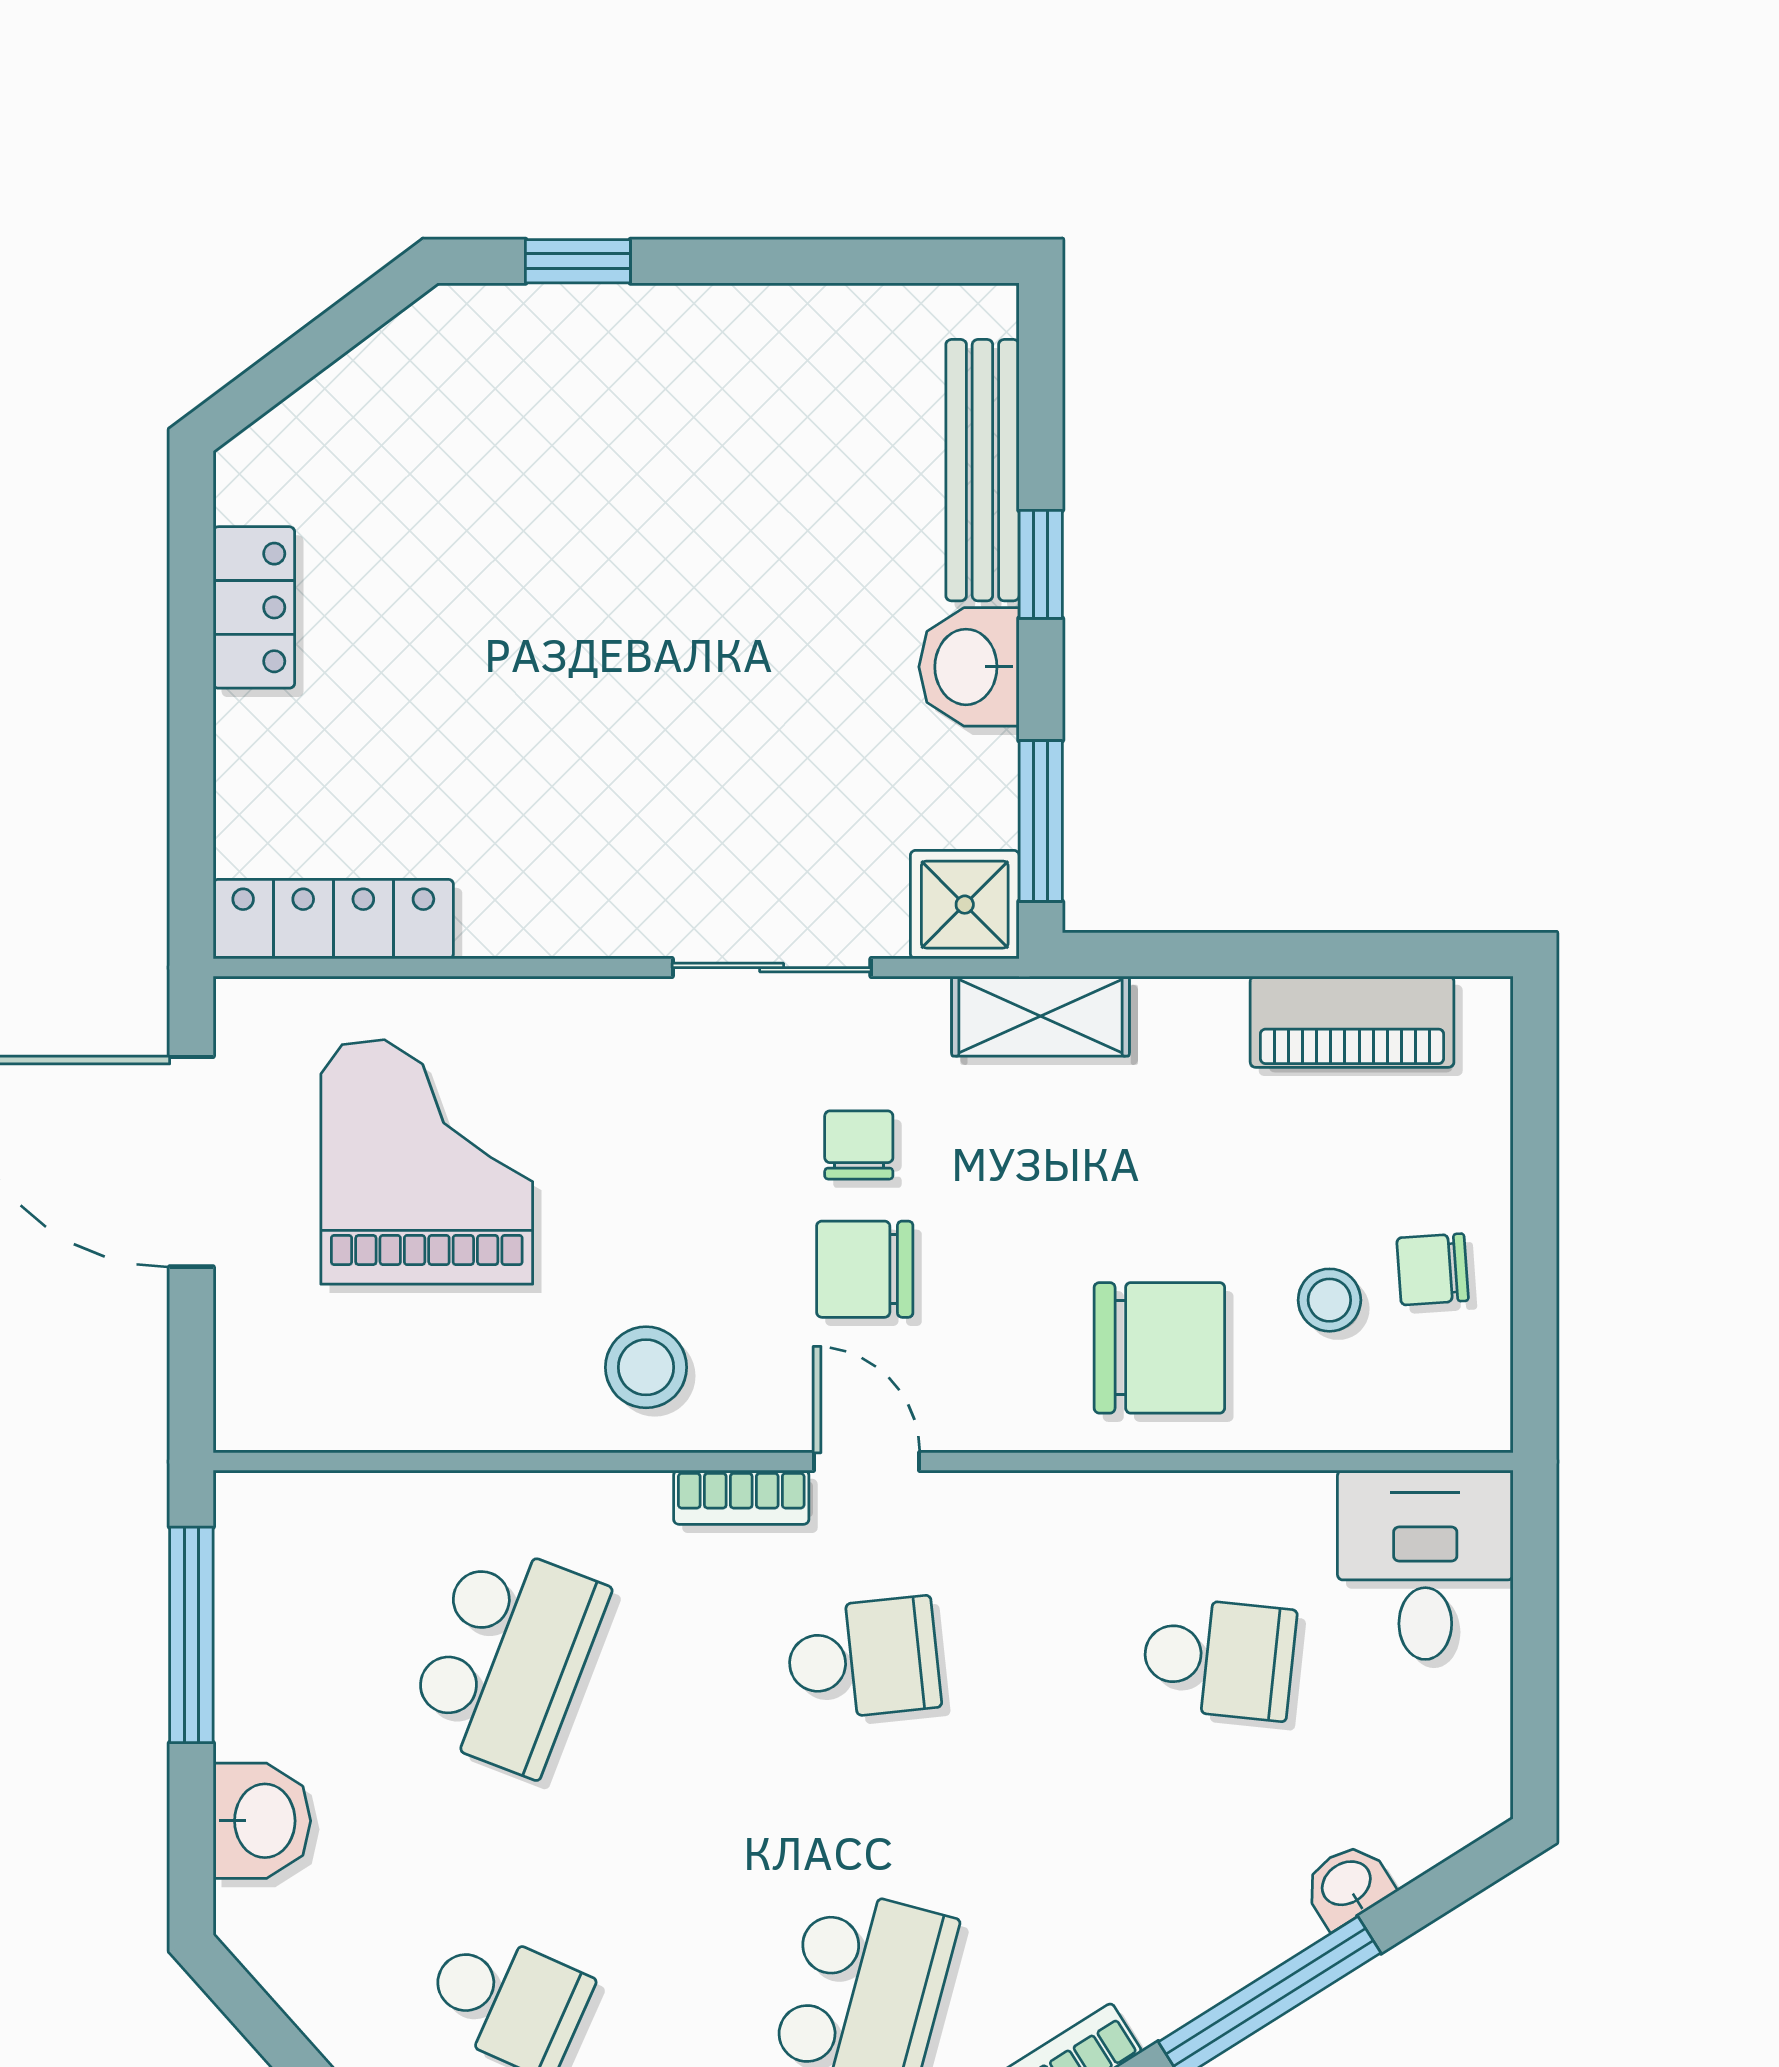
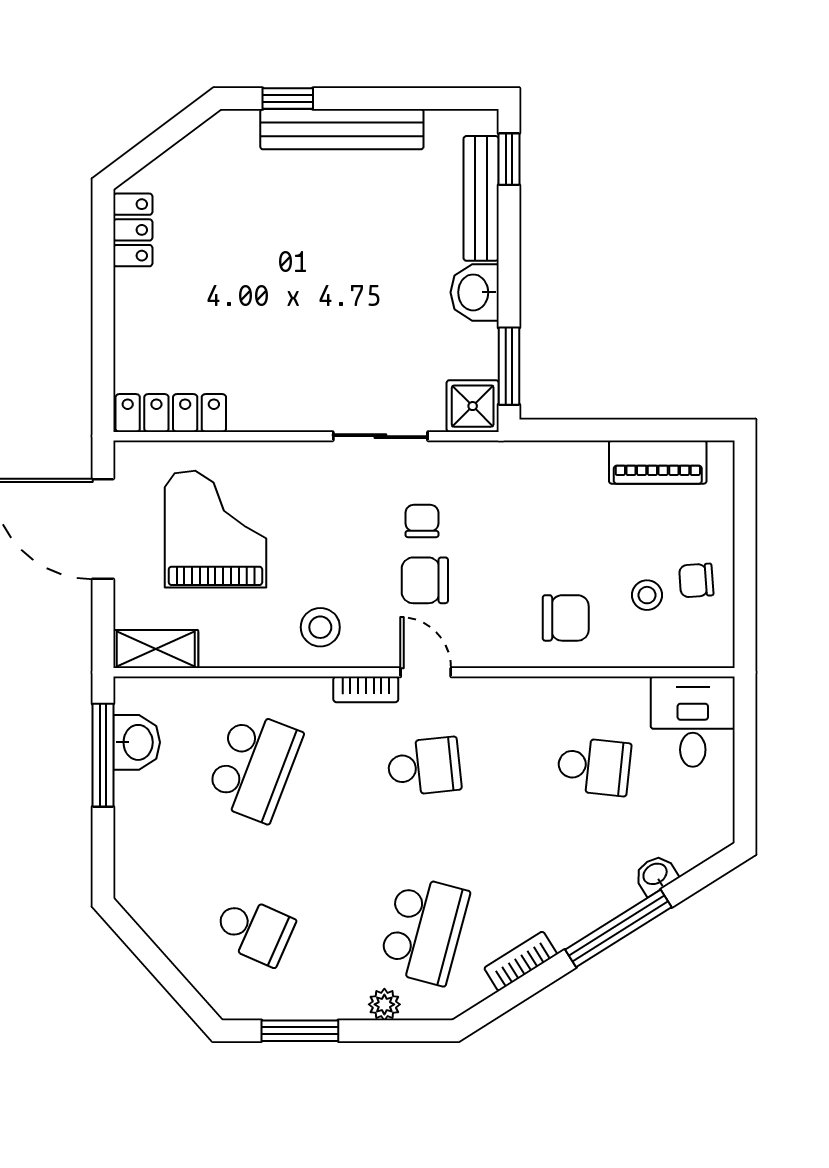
bench: (691, 325) -> (342, 129), added
window: (1041, 564) -> (509, 159), moved
locker: (254, 607) -> (133, 230), moved
shelving: (1040, 1016) -> (156, 649), moved
chair: (1159, 1348) -> (566, 618), width x0.73, depth x0.73
washbasin: (262, 1821) -> (137, 742), moved

